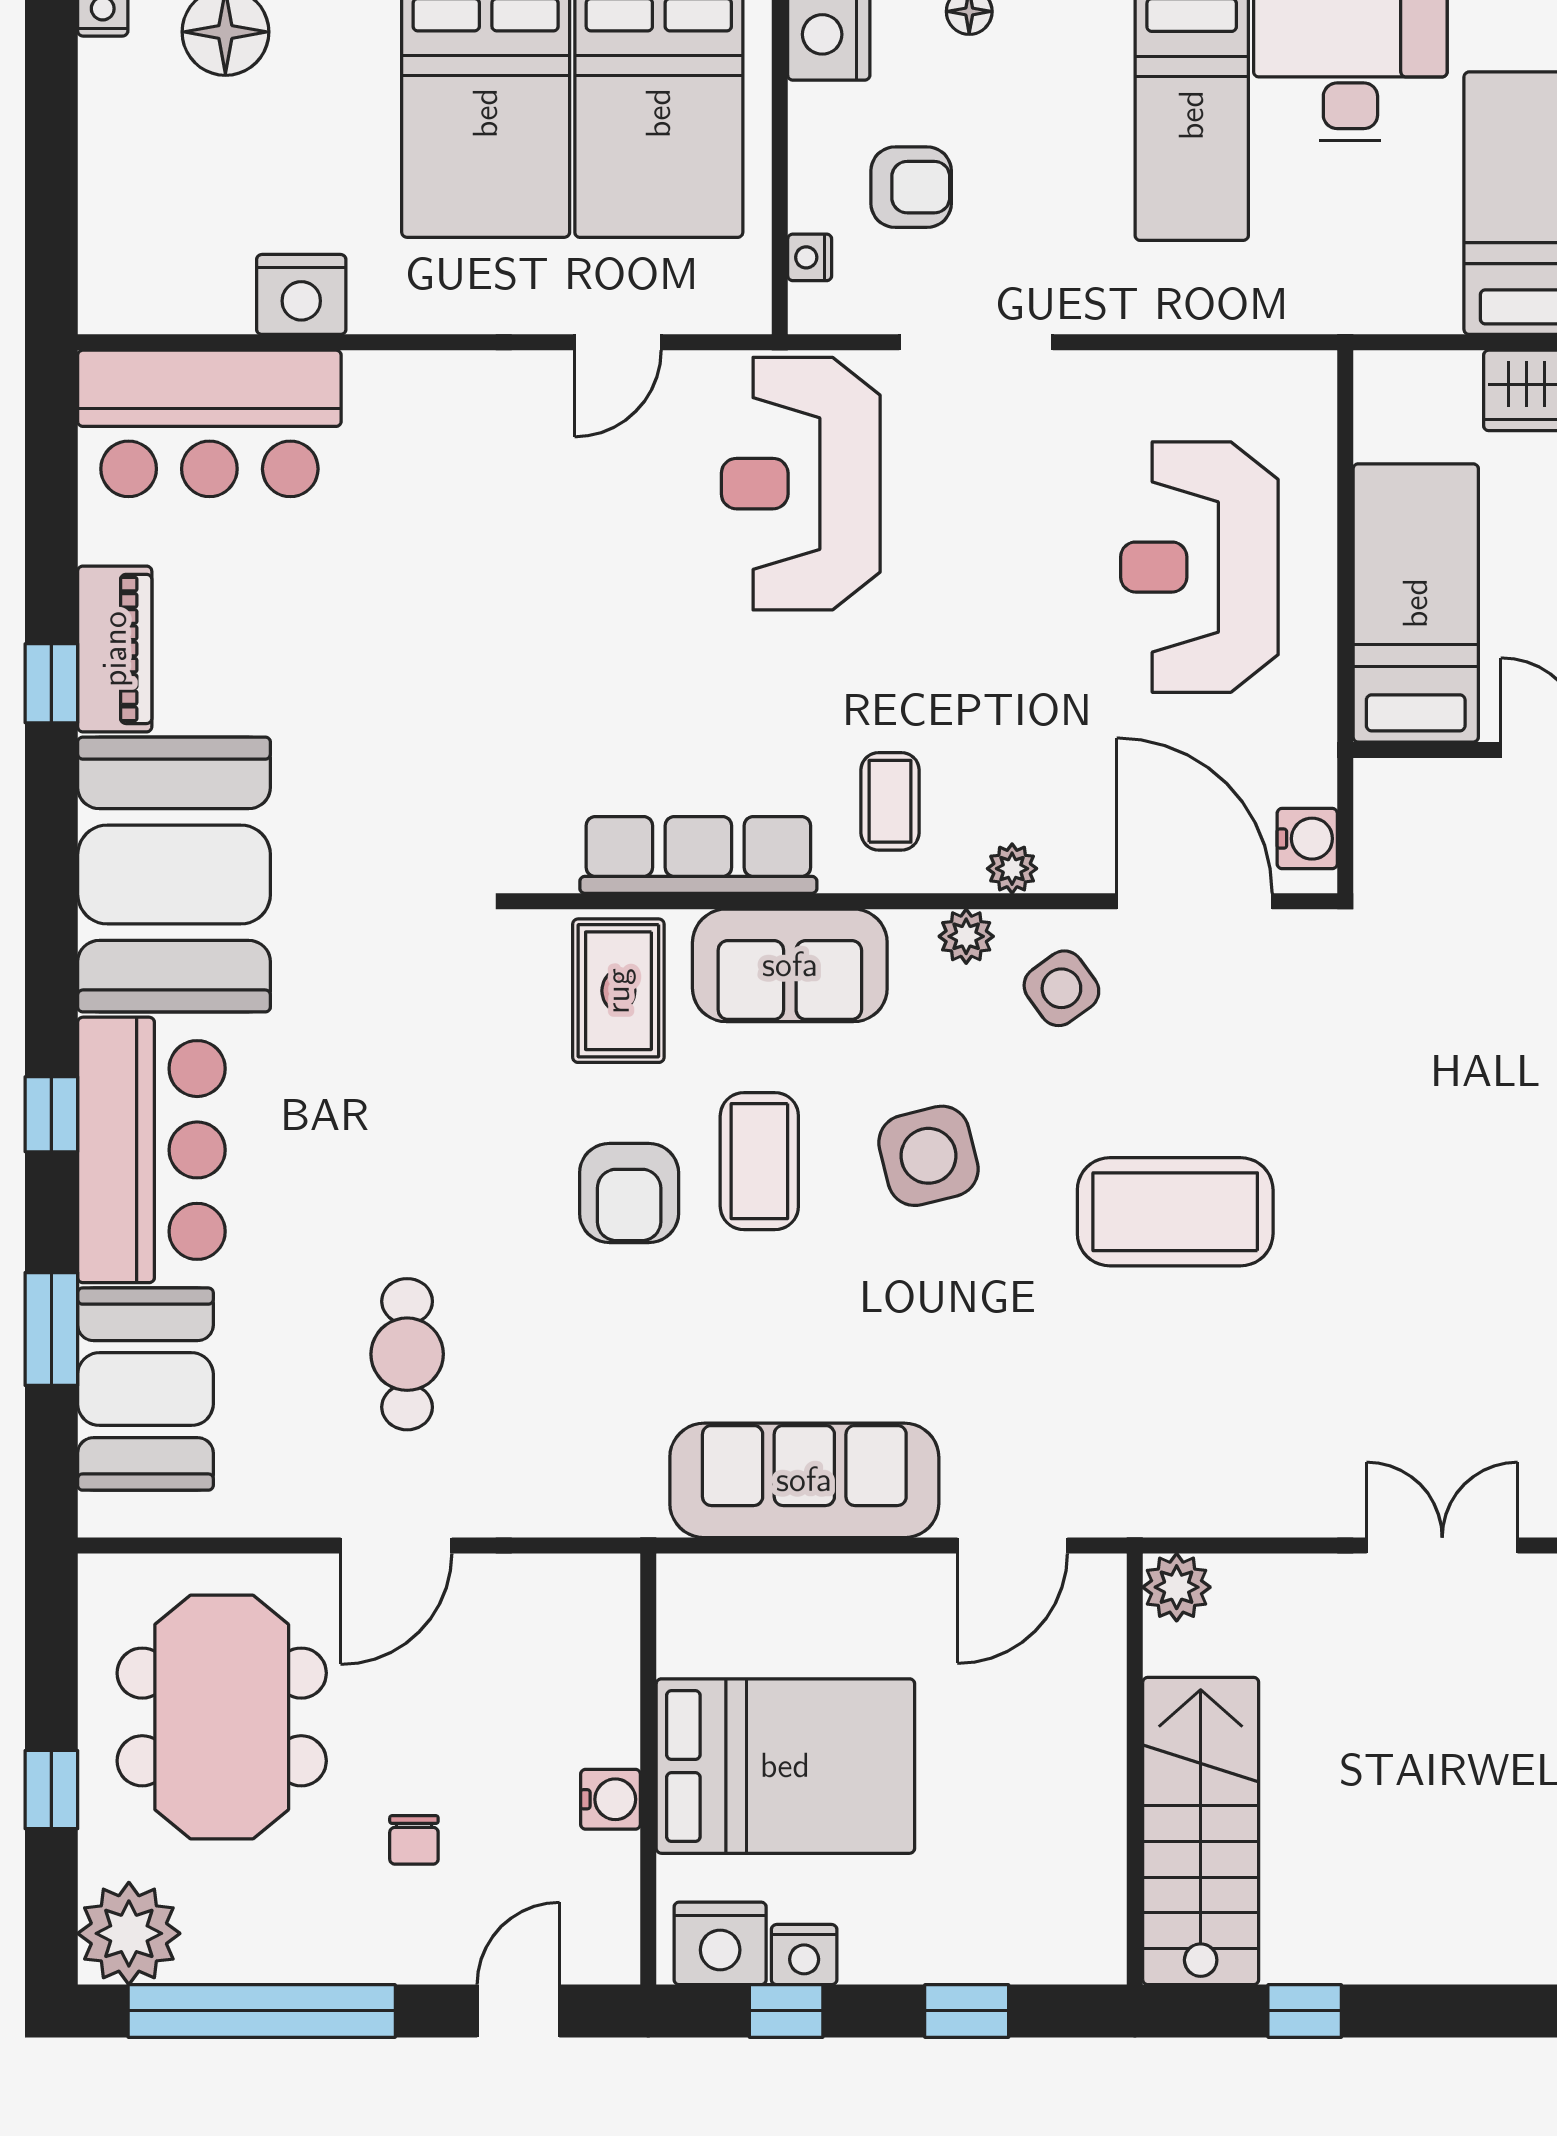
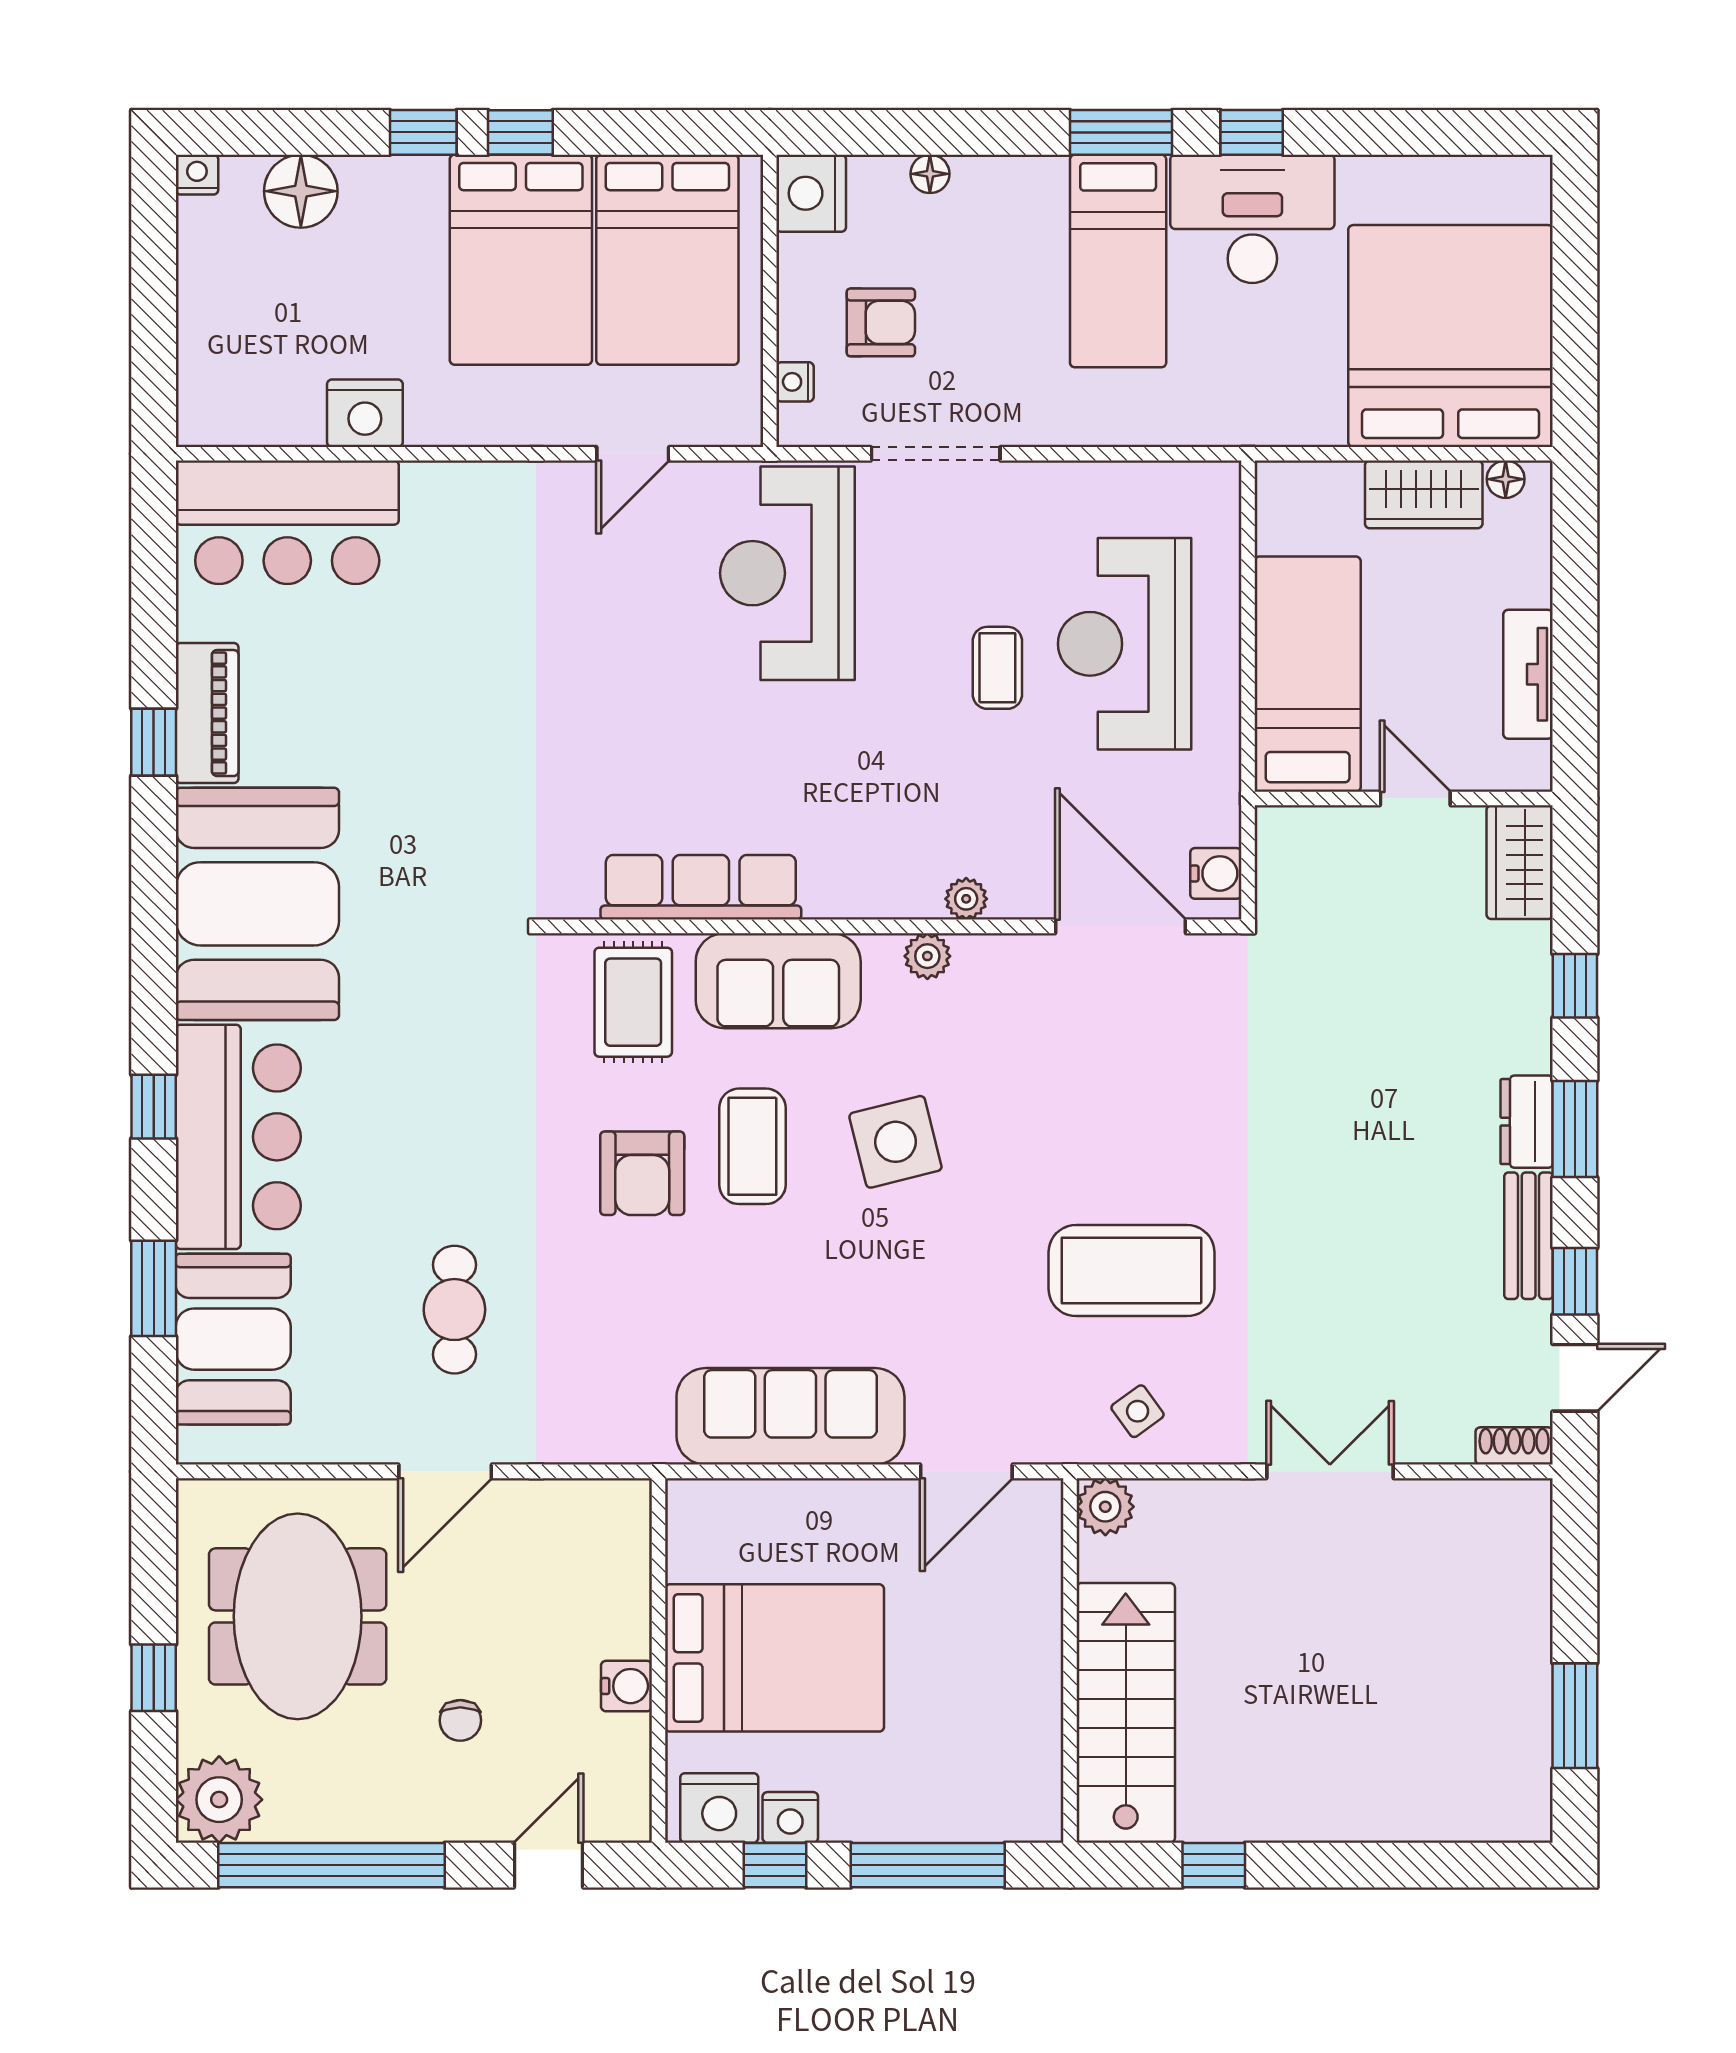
coffee table: (890, 801) -> (997, 668), moved
side table: (1061, 988) -> (1138, 1411), moved, width x0.73, depth x0.73
coffee table: (1175, 1212) -> (1131, 1271), moved
window: (967, 2011) -> (928, 1865), width x2.17

